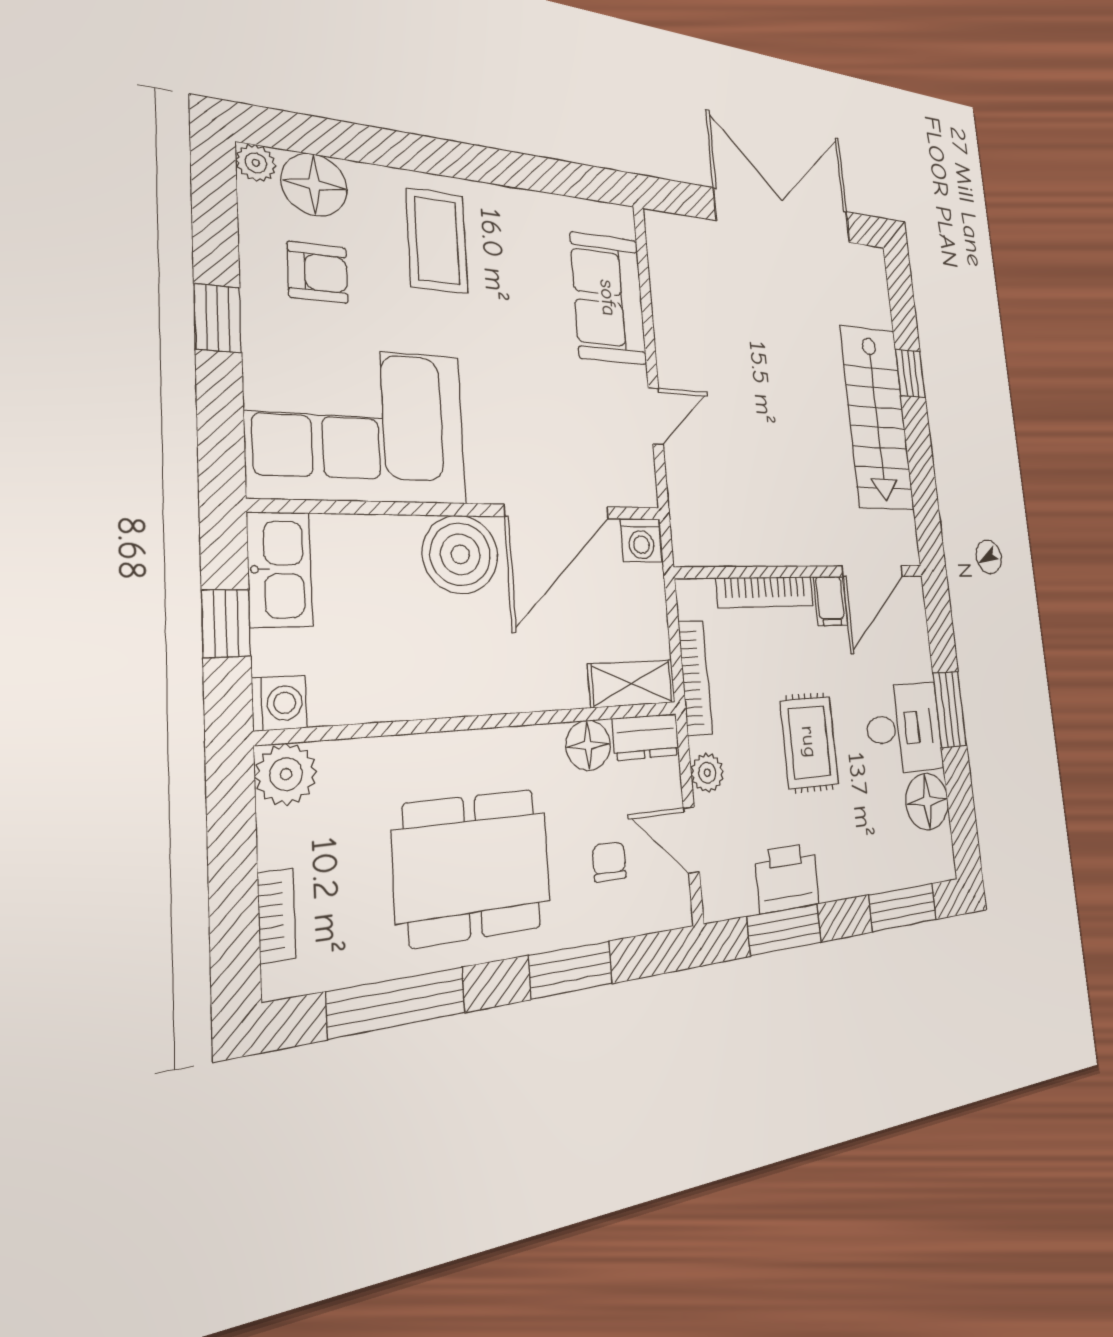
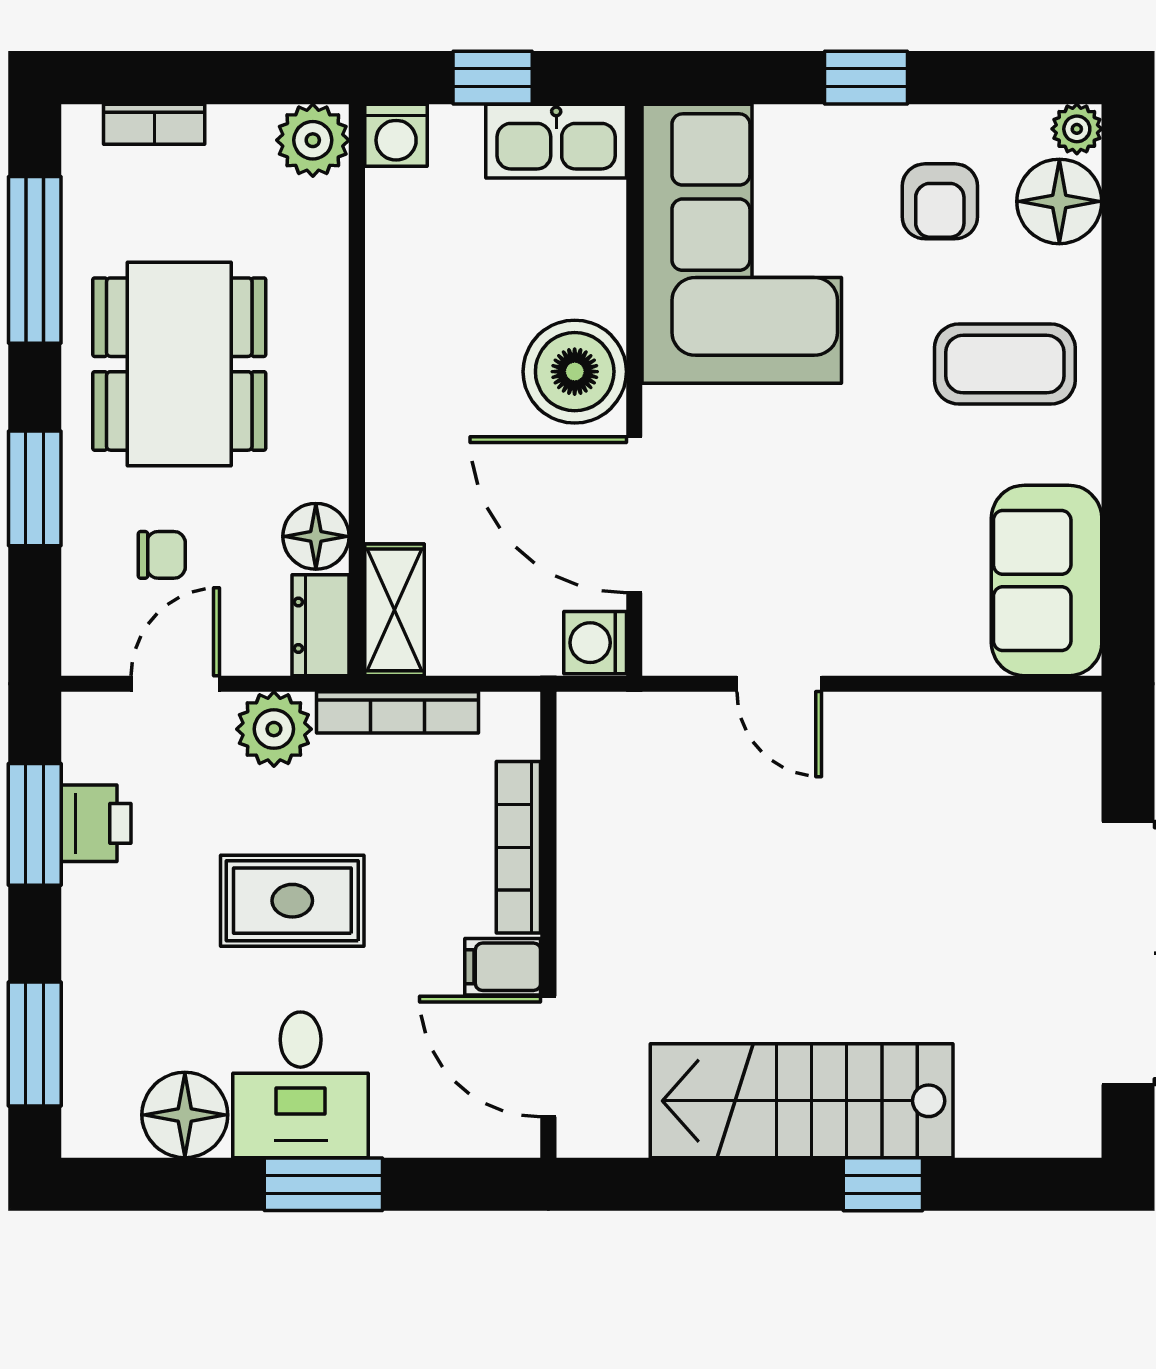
sofa: (608, 298) -> (1047, 580), moved, turned -90
plant: (707, 773) -> (274, 729), width x1.38, depth x1.38
printer: (787, 878) -> (96, 823), width x0.73, depth x0.81

